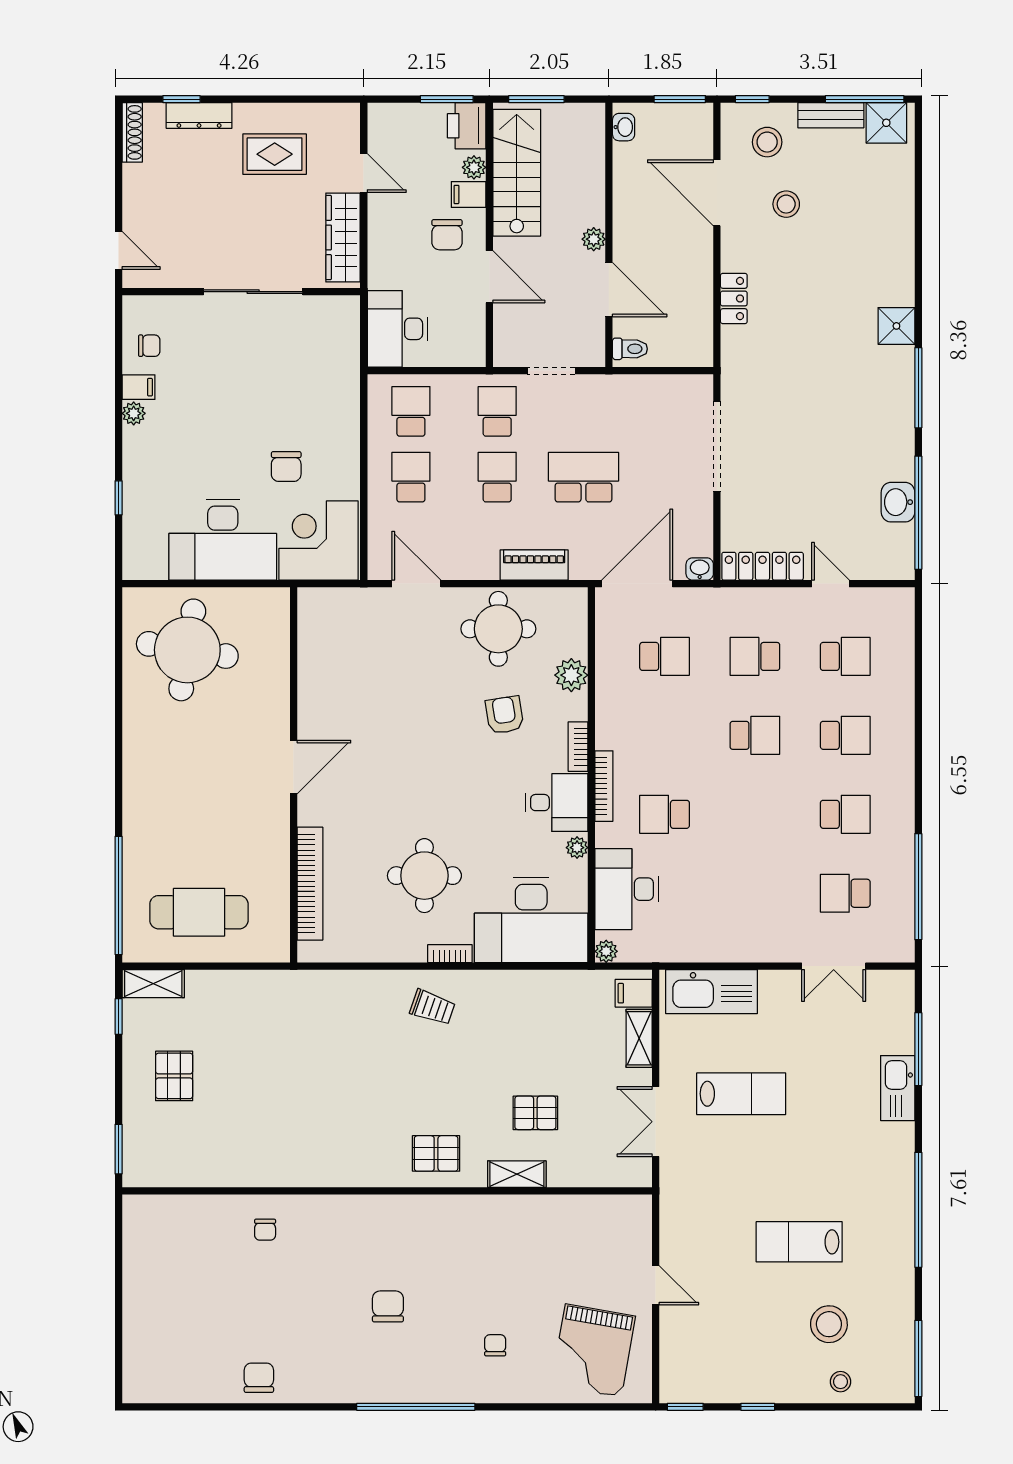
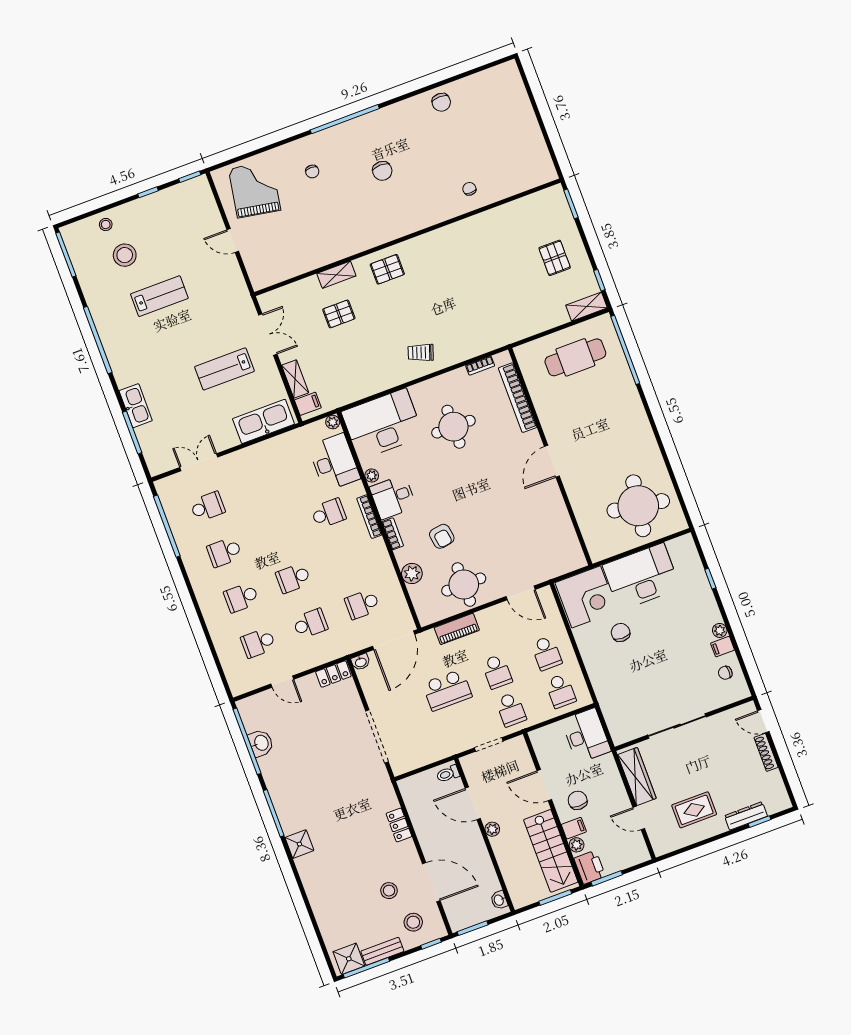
shoe rack: (132, 132) -> (766, 752), moved
locker: (763, 566) -> (333, 674), width x0.66
bookcase: (450, 954) -> (480, 366), moved

